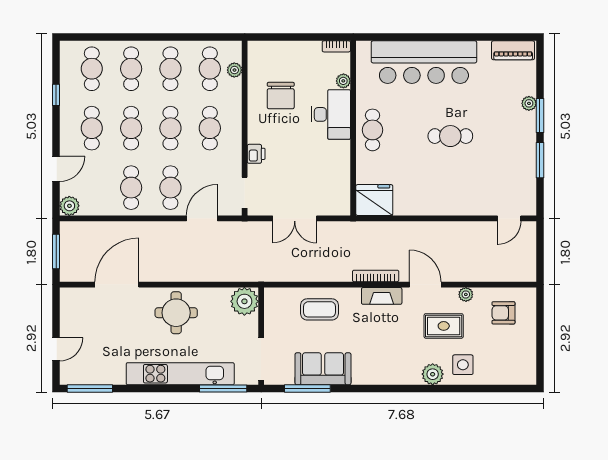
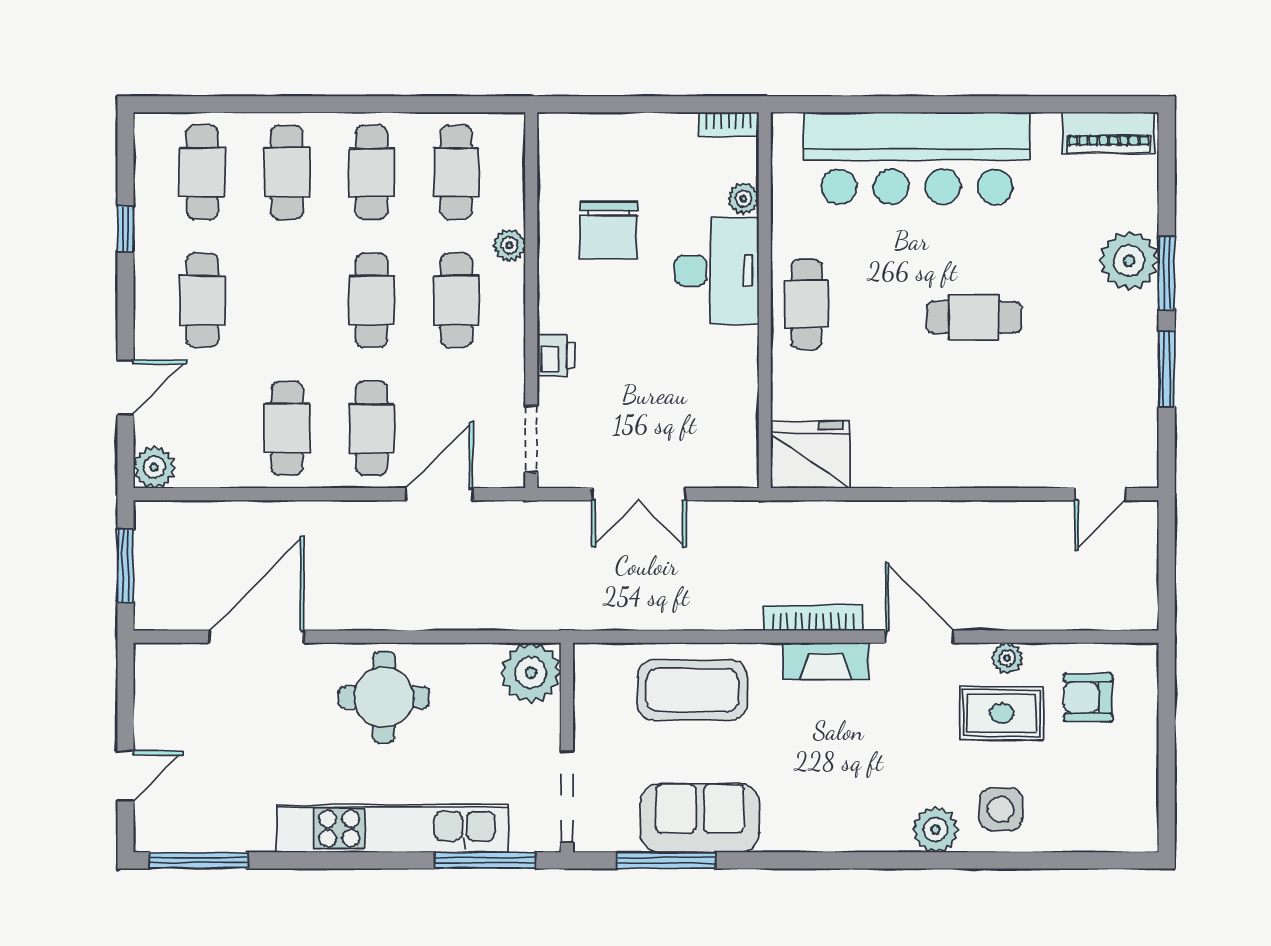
plant: (234, 70) -> (509, 245), moved
plant: (529, 103) -> (1129, 261), width x1.88, depth x1.88
cafe table: (131, 128) -> (287, 300), removed
coffee table: (320, 309) -> (692, 690), width x1.36, depth x1.32
rug: (444, 326) -> (1002, 713), moved

